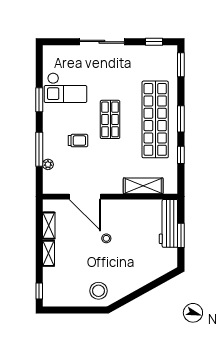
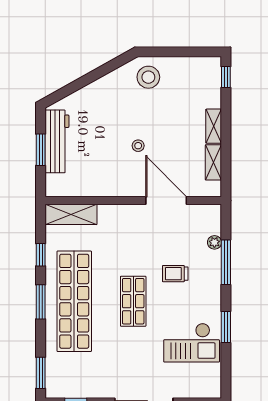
checkout: (65, 88) -> (192, 343), turned 180
shelving: (143, 186) -> (71, 214), moved
workbench: (168, 223) -> (57, 141), moved

